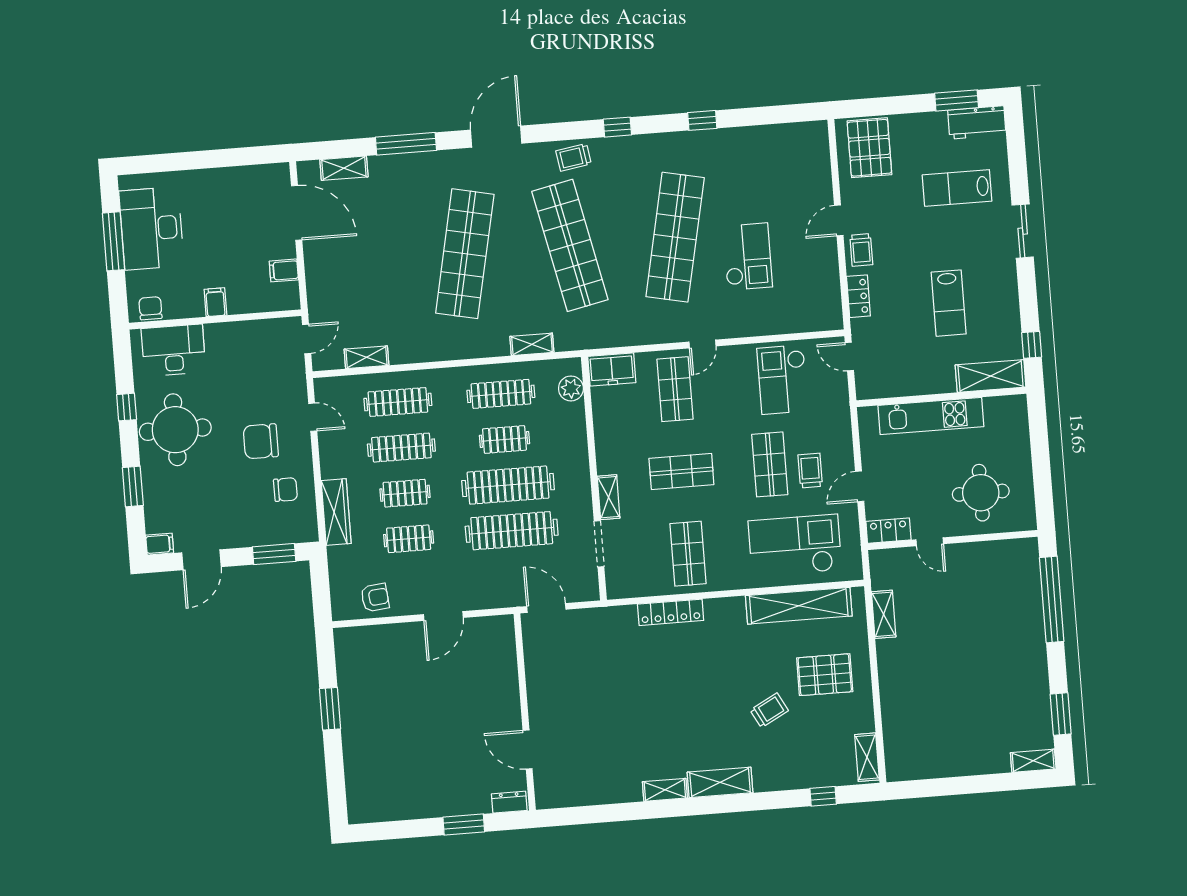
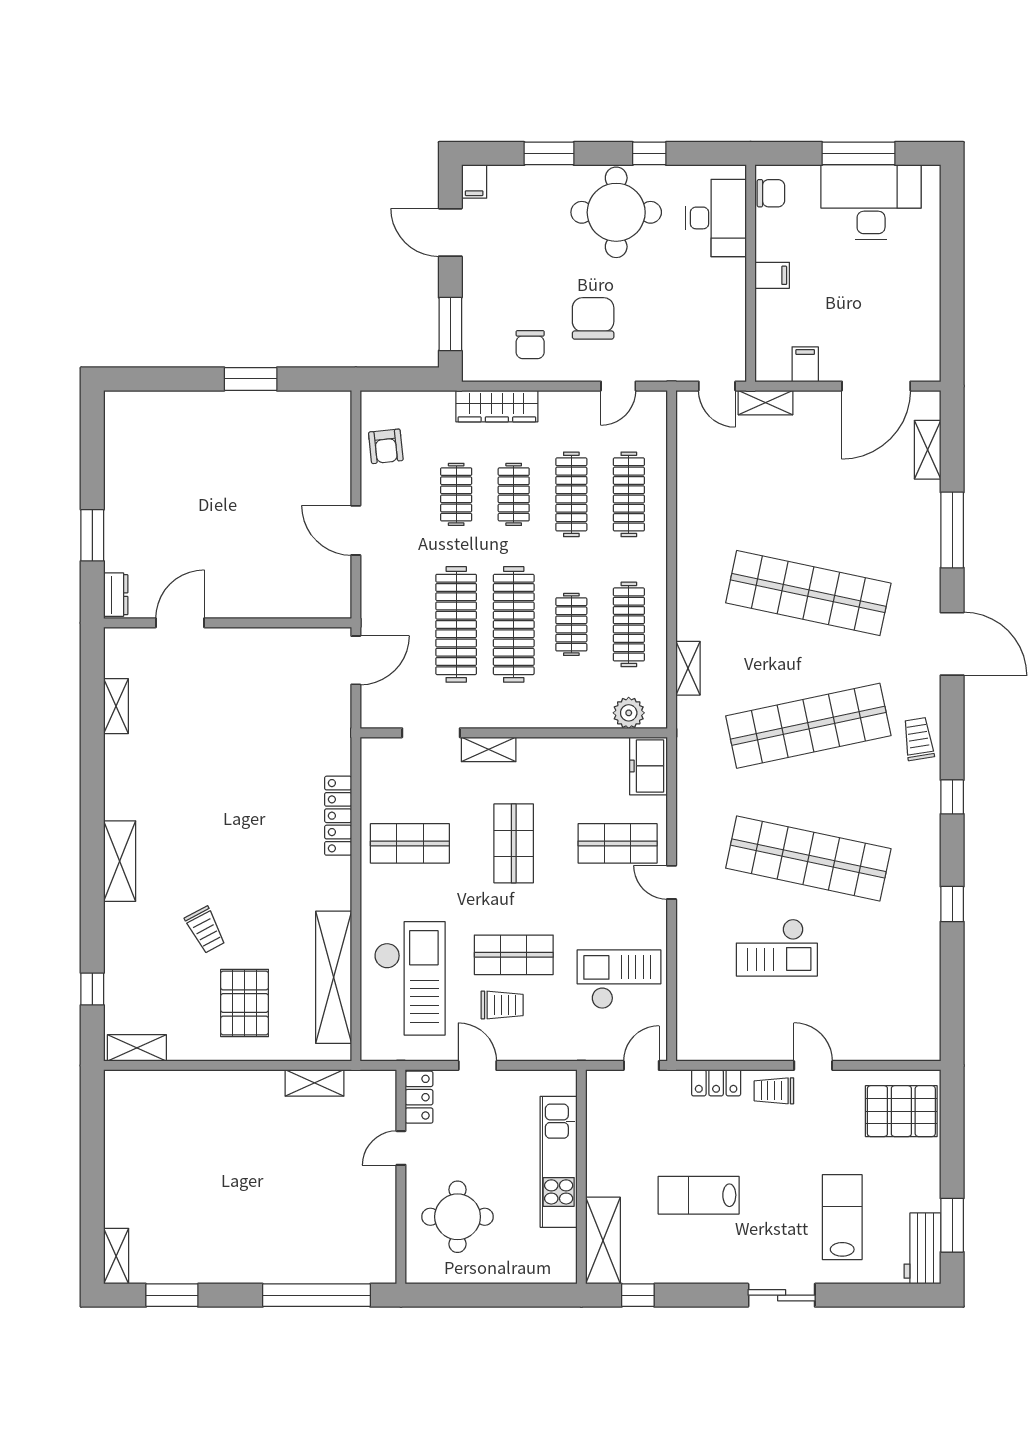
shelving: (366, 357) -> (766, 403), moved, turned 90
shelving: (665, 790) -> (116, 706), moved

